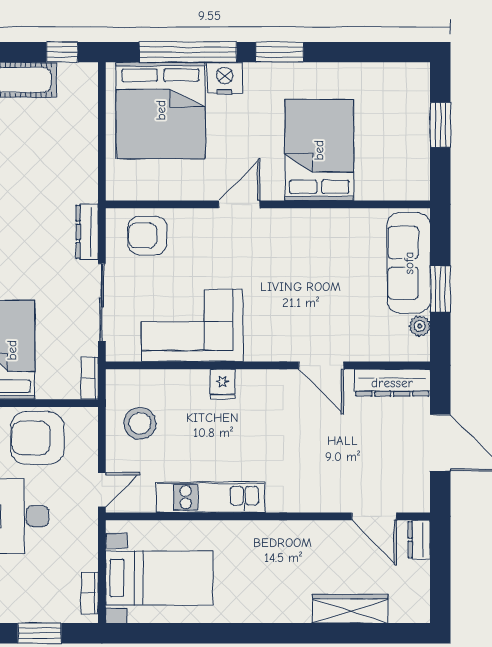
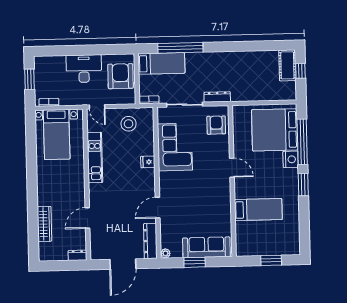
window: (62, 52) -> (300, 71), moved
bed: (319, 150) -> (258, 210), width x0.67
plant: (420, 326) -> (165, 253), moved
door: (374, 516) -> (87, 218), moved

